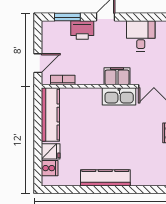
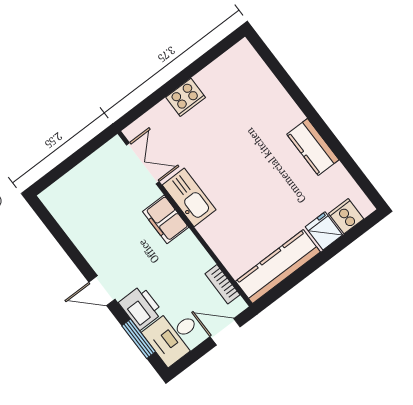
desk: (141, 36) -> (174, 336), moved
kitchen counter: (105, 178) -> (313, 147), width x0.67

